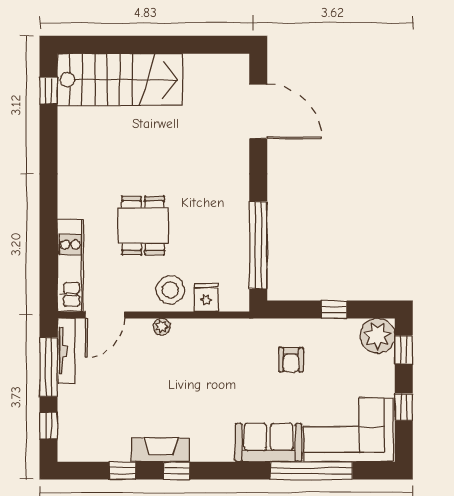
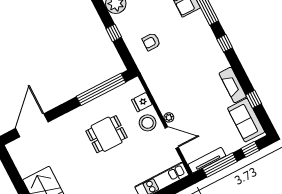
dining table: (143, 226) -> (107, 134), moved
door: (105, 315) -> (172, 138), moved
armchair: (291, 360) -> (151, 42), turned 180
sofa: (269, 443) -> (246, 120), moved
window: (177, 471) -> (225, 43), moved

